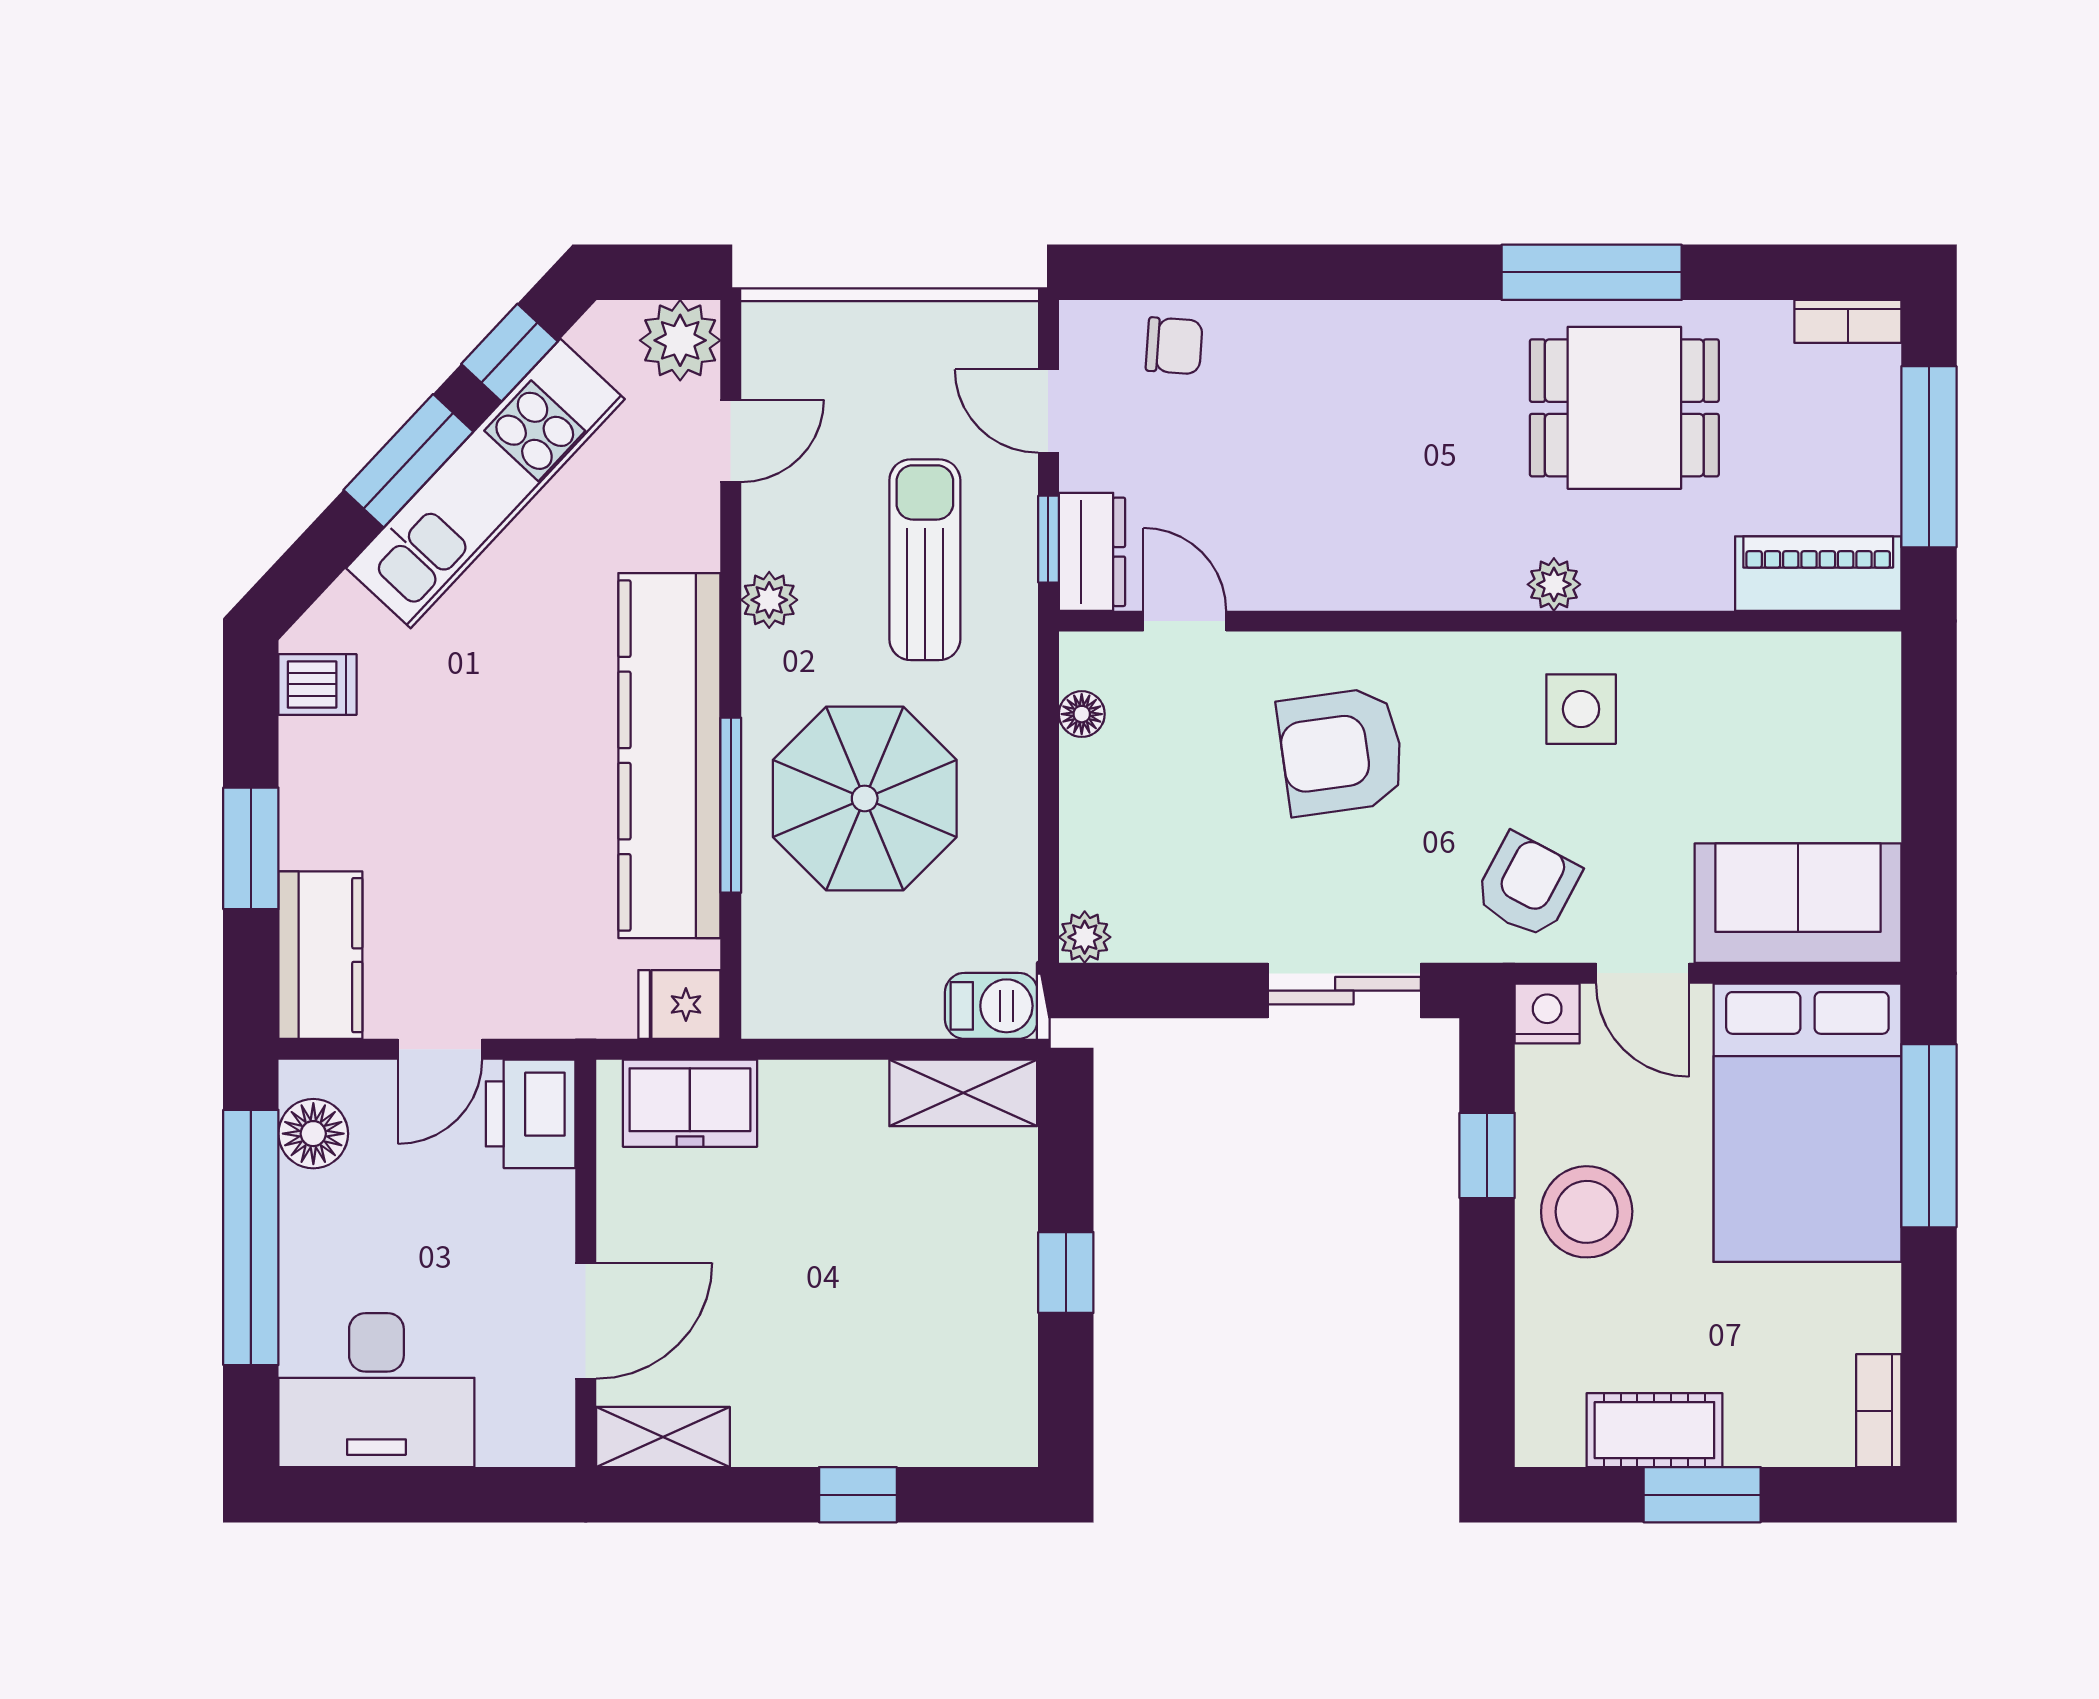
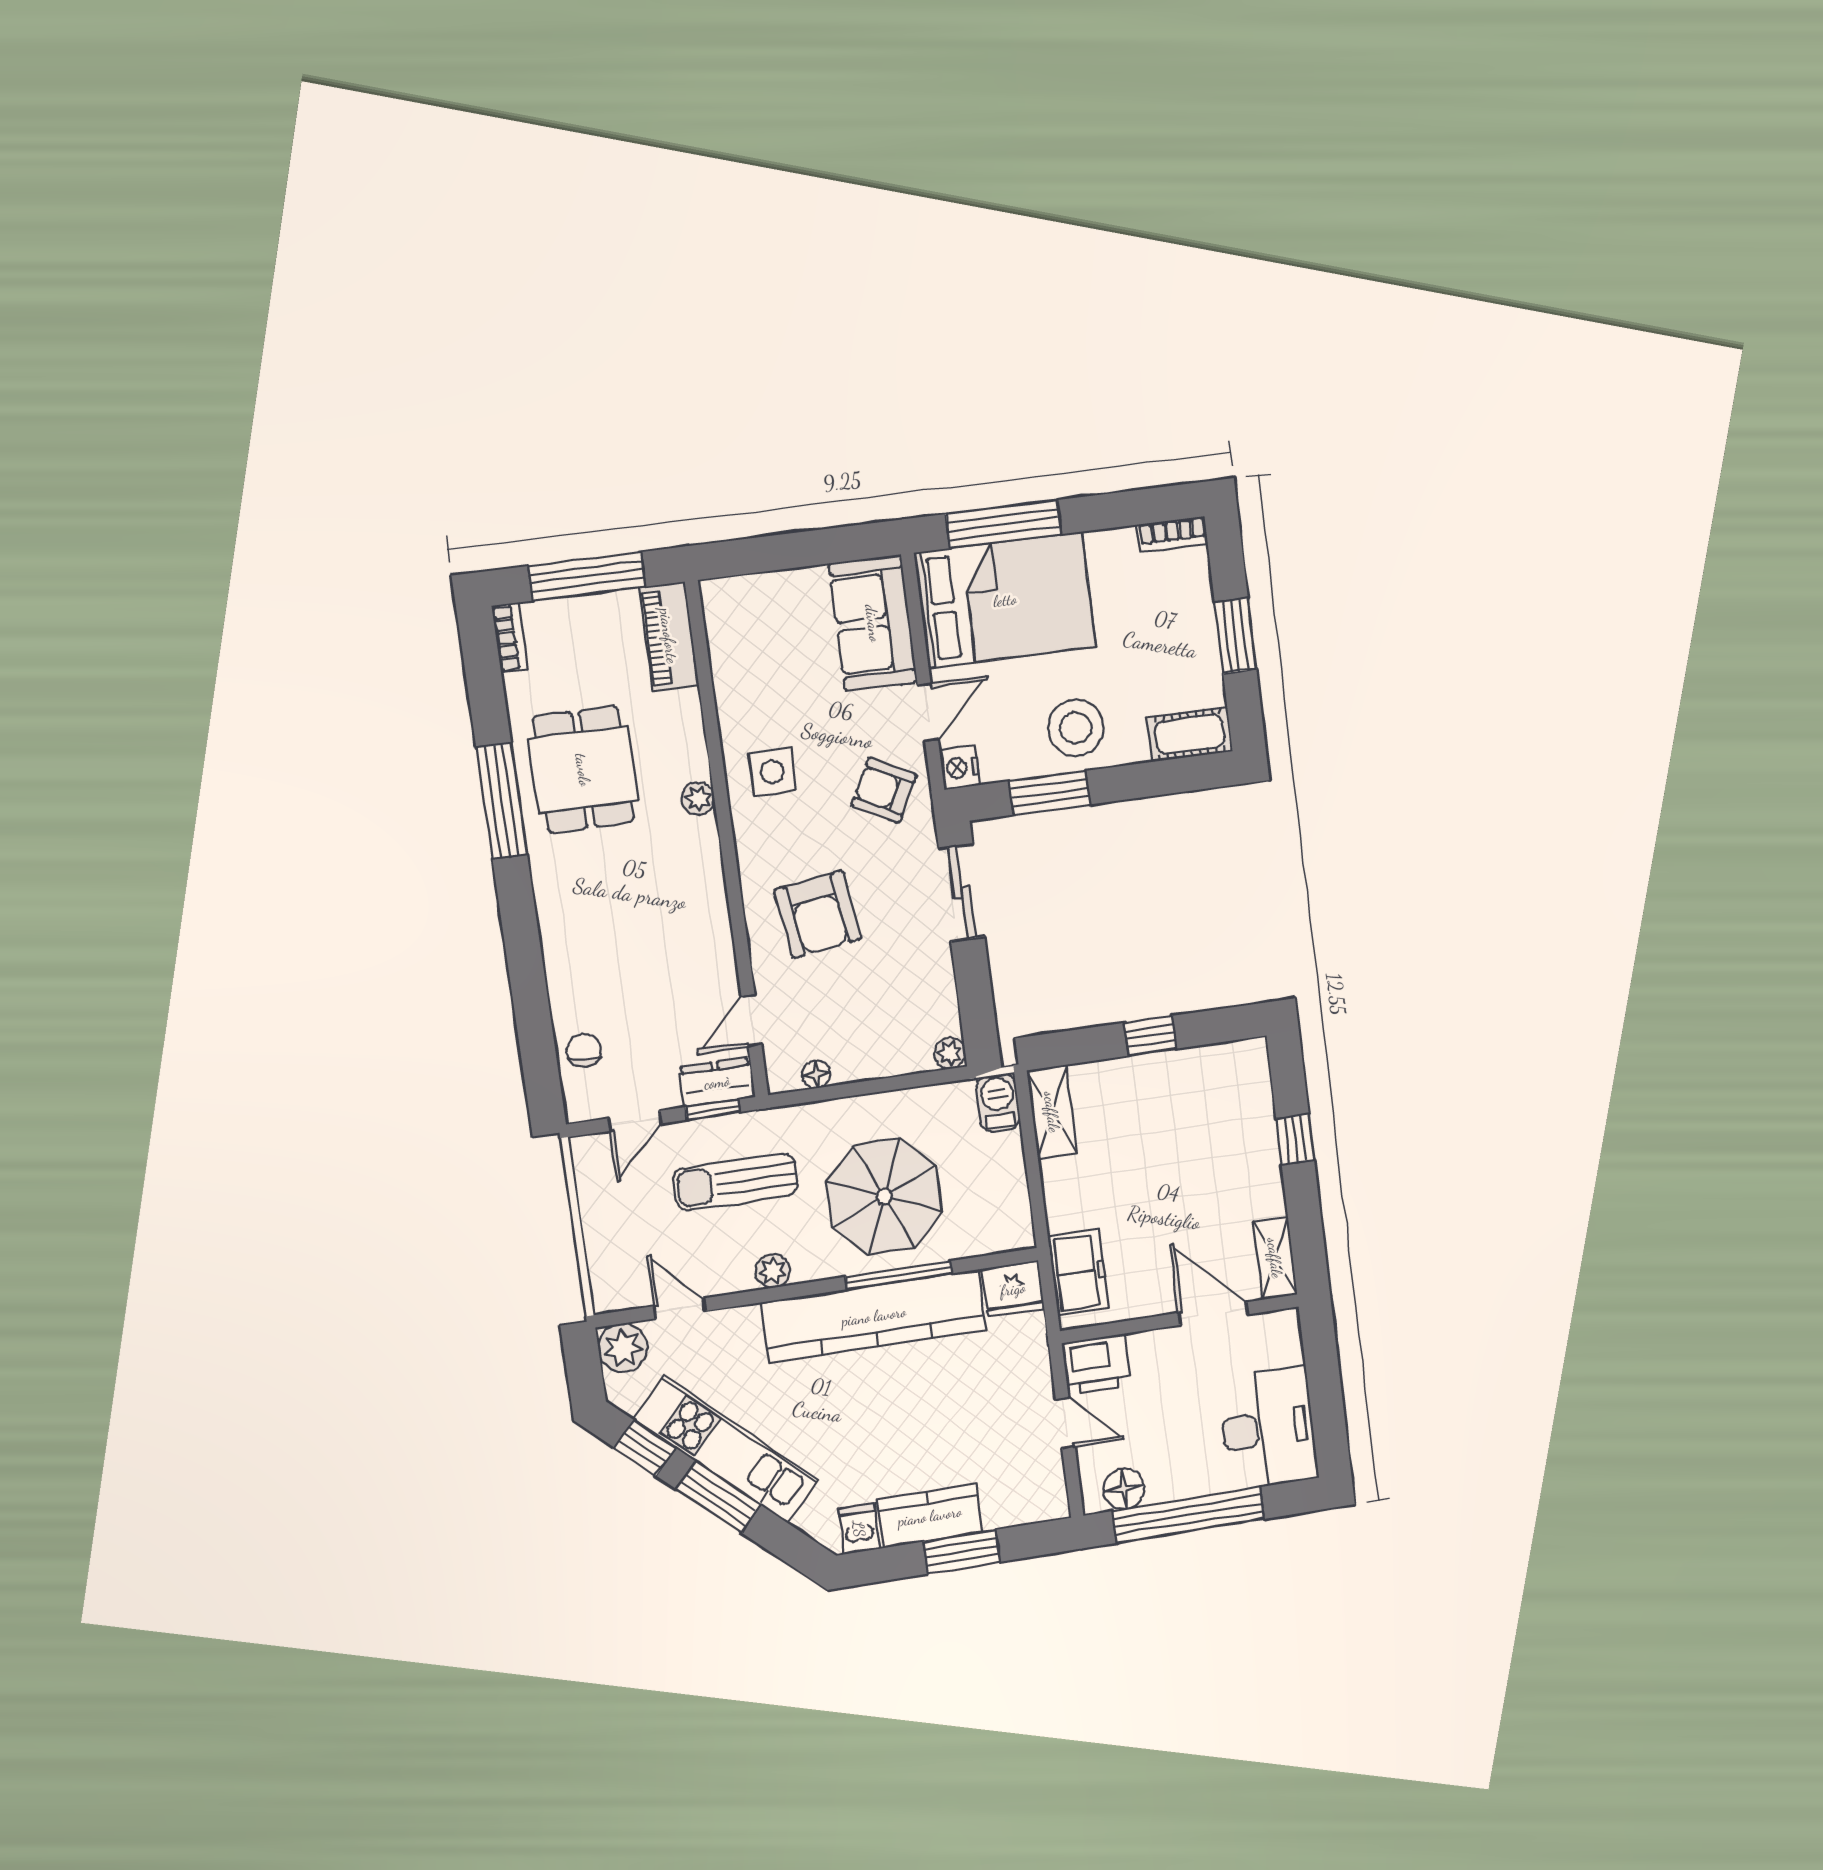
kitchen counter: (320, 955) -> (930, 1516), moved
fridge: (679, 1004) -> (1013, 1289), width x1.38
window: (1487, 1155) -> (1050, 793), width x1.50
cot: (1654, 1430) -> (1190, 734), moved, turned 90

